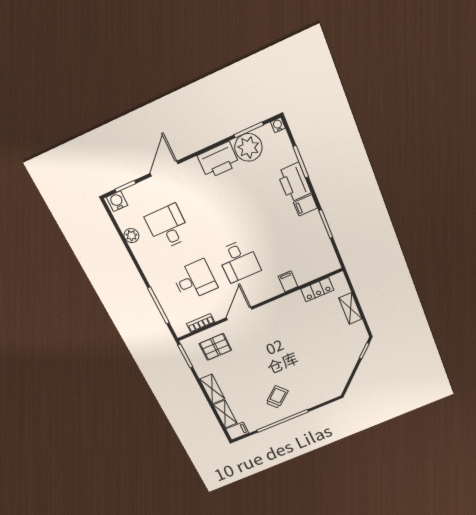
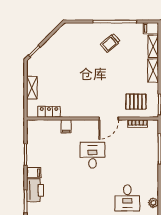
desk: (195, 280) -> (127, 155), removed

